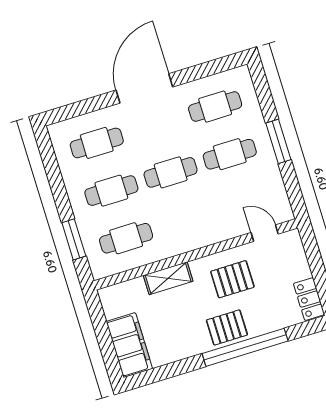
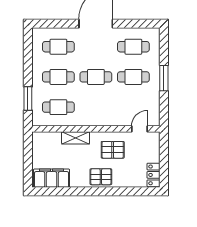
door: (265, 233) -> (139, 129), hinge flipped
filing cabinet: (129, 345) -> (52, 178), moved, turned -90
window: (245, 347) -> (108, 191), removed

